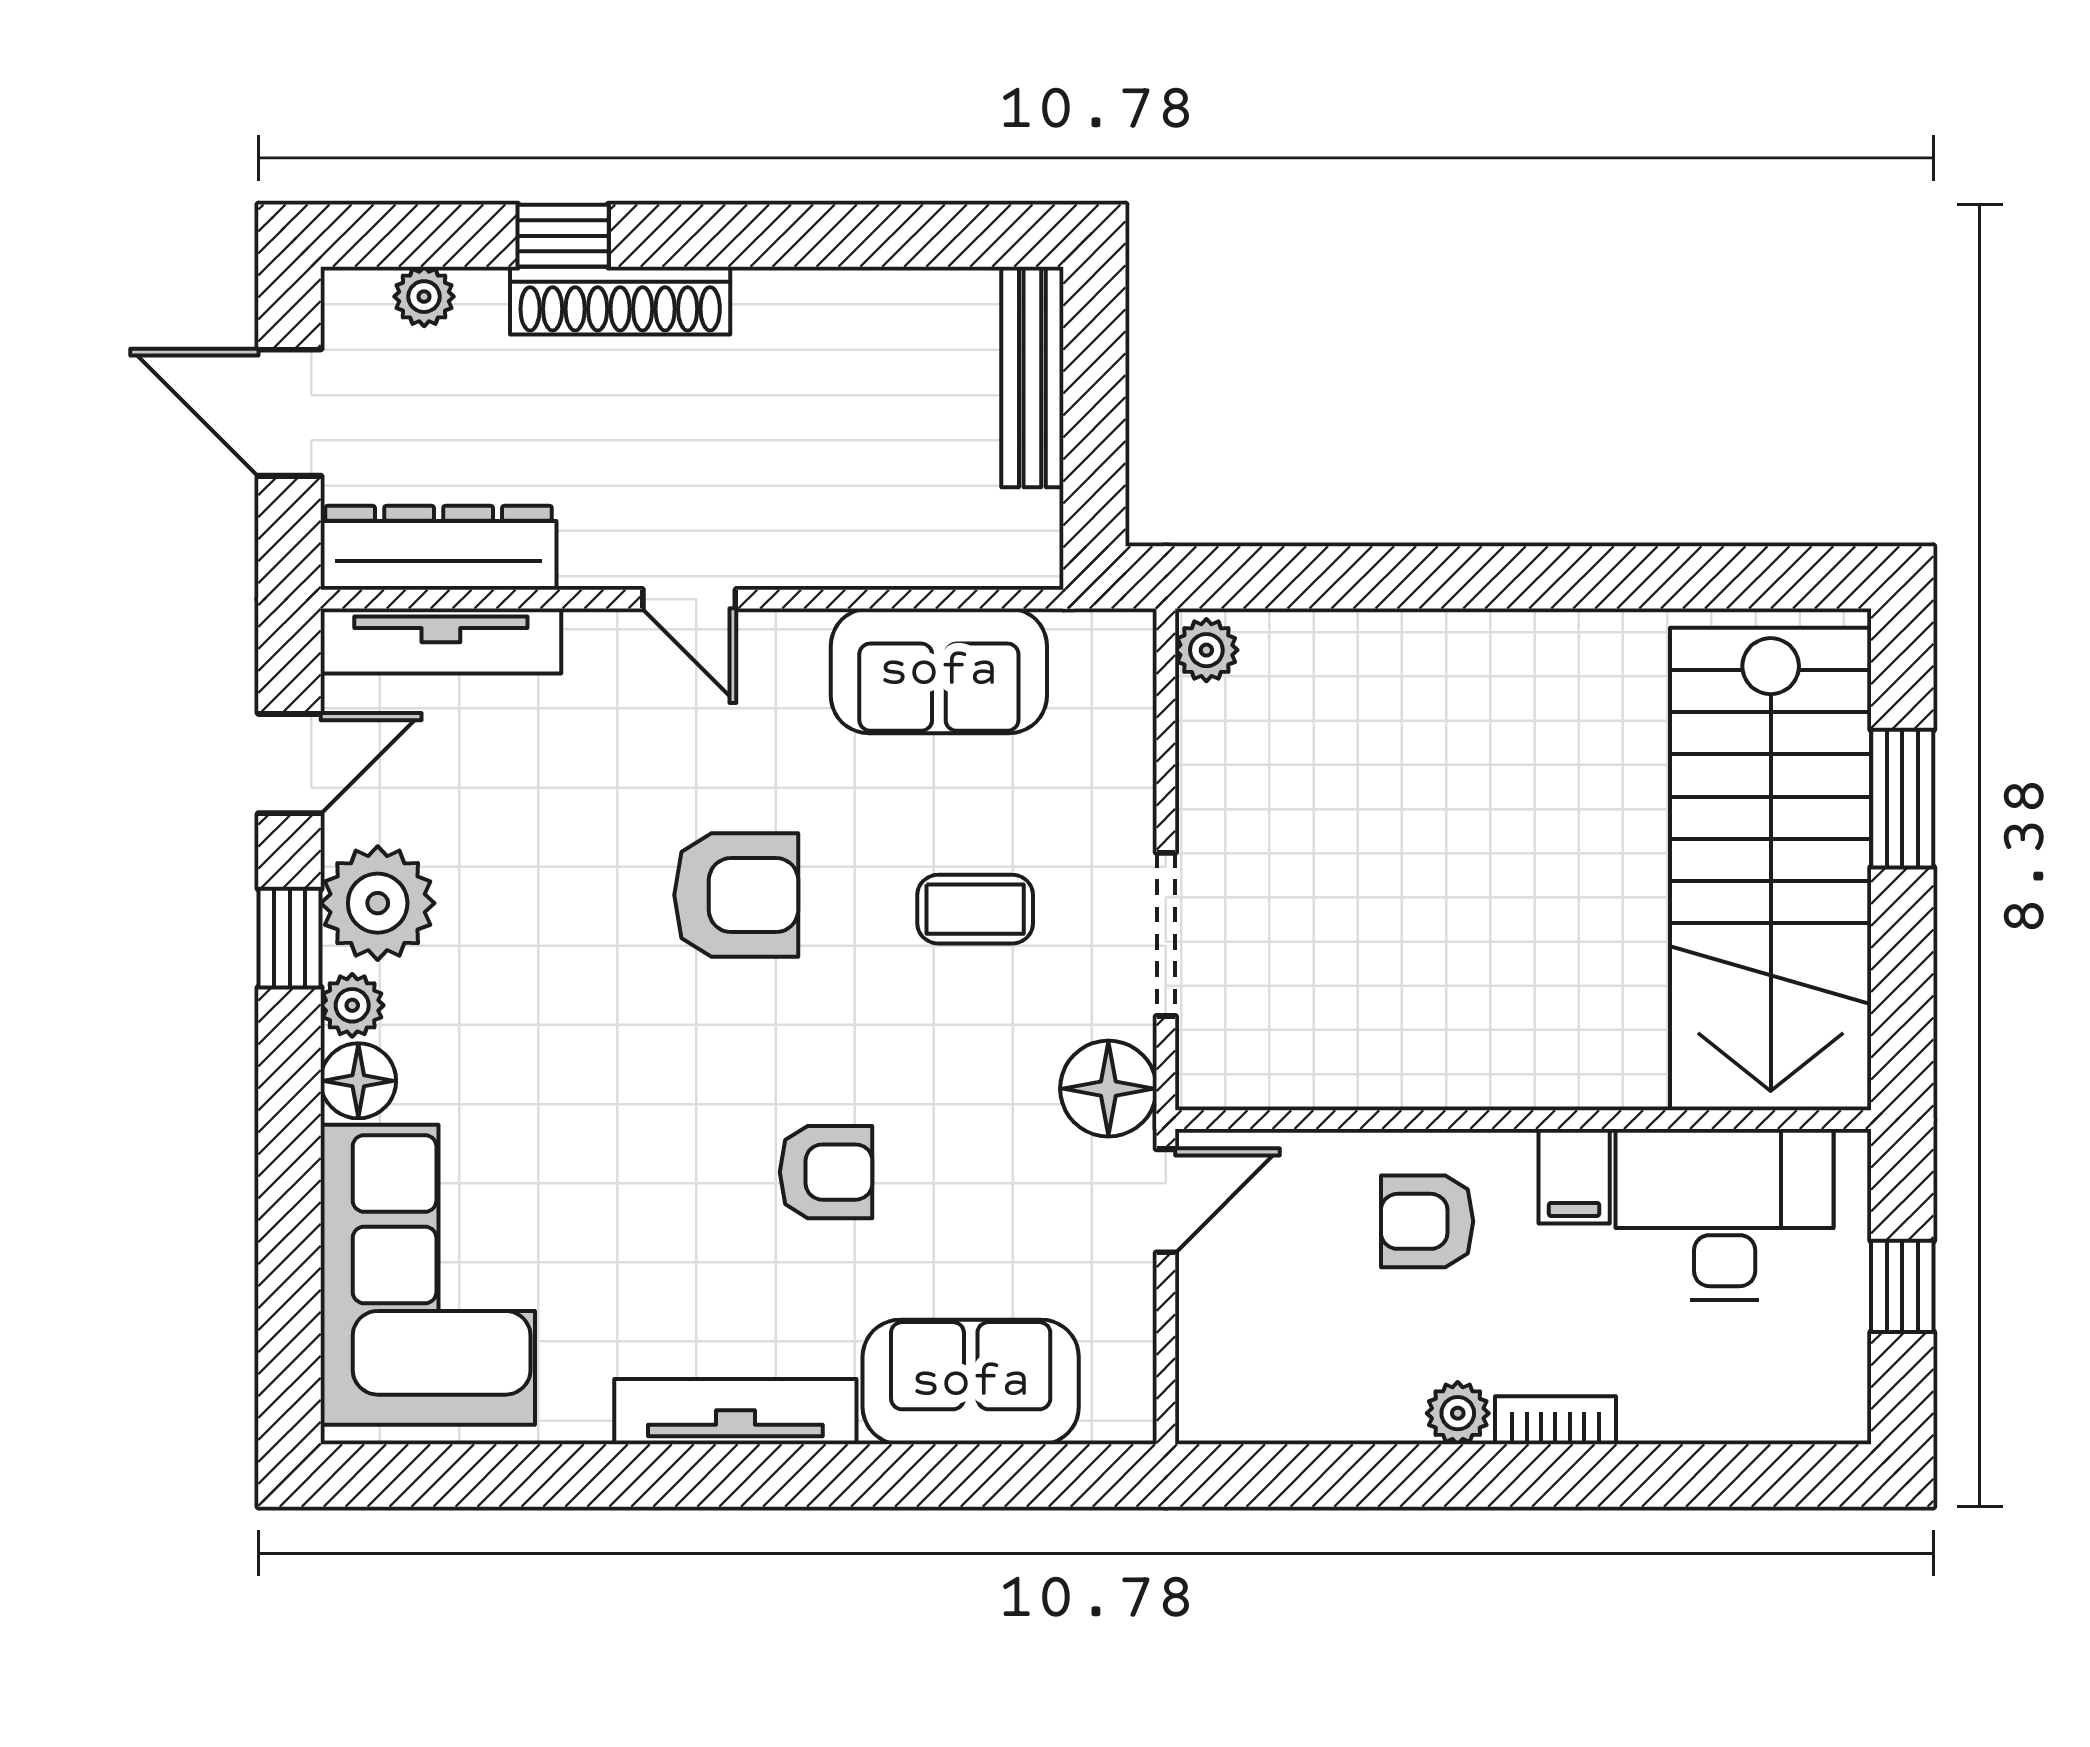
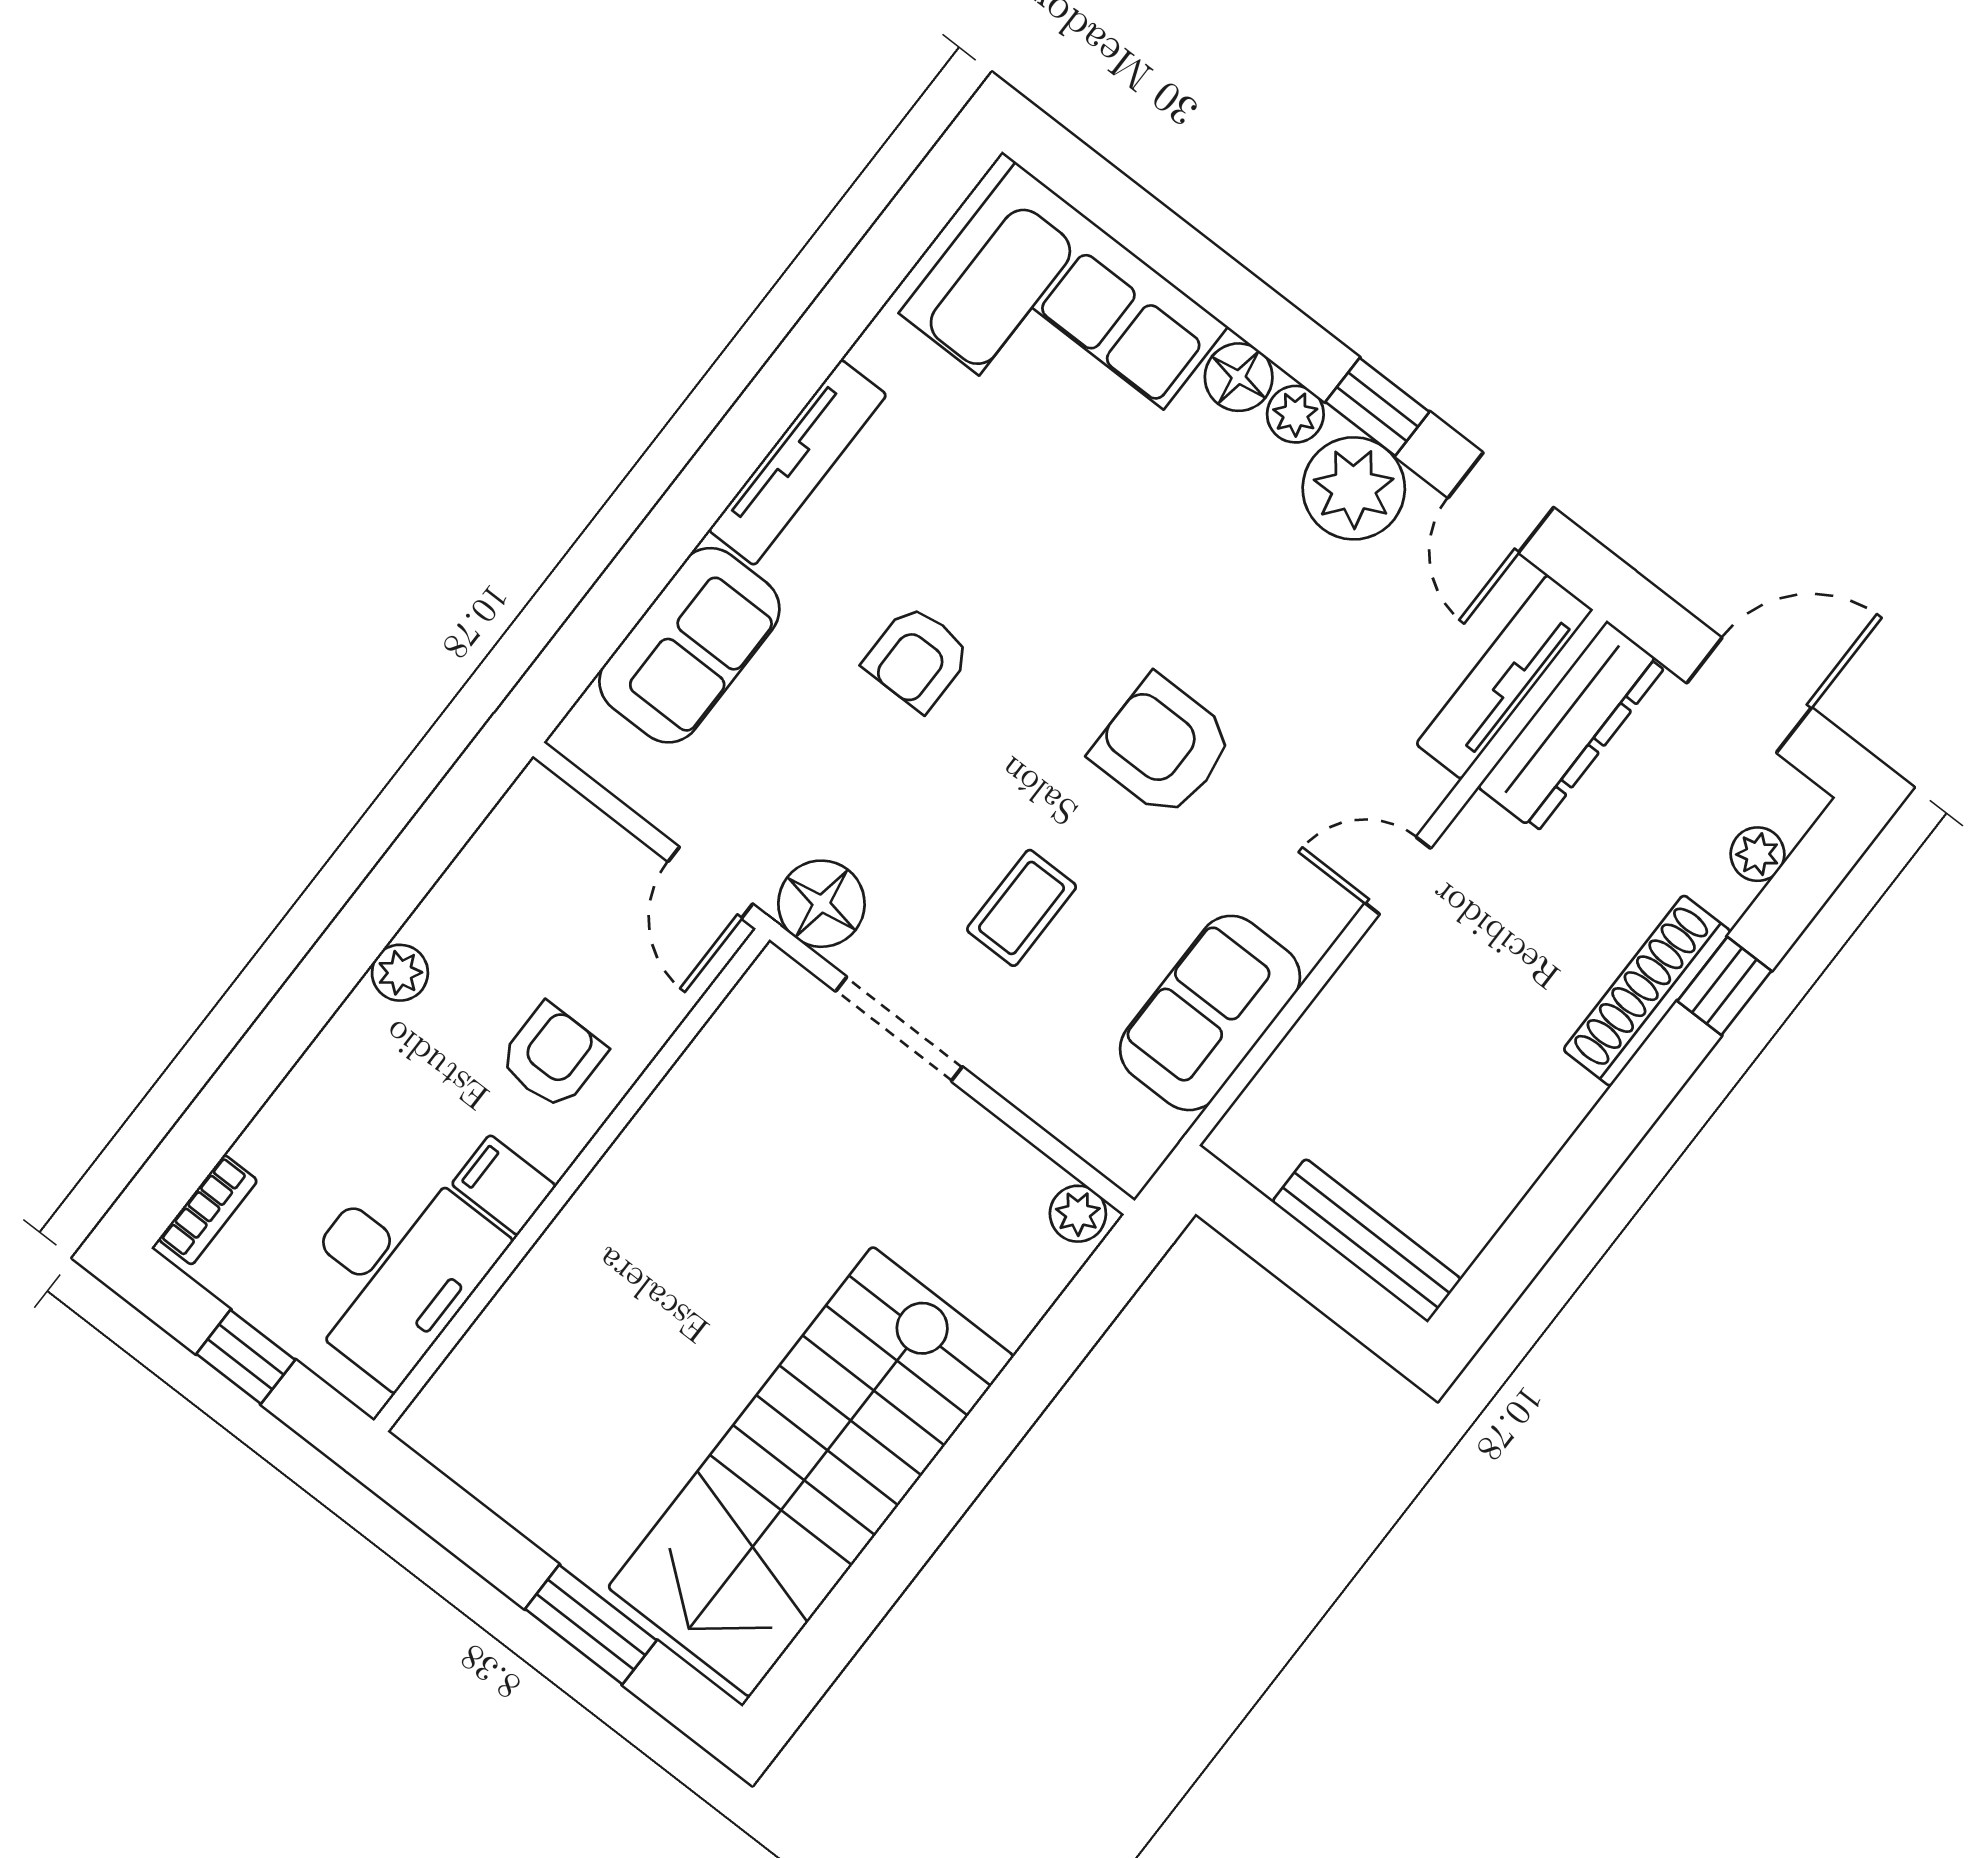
stairs: (1771, 869) -> (811, 1472), moved, turned -90
armchair: (736, 895) -> (1163, 747), turned 90
bookcase: (1555, 1420) -> (208, 1210), moved

